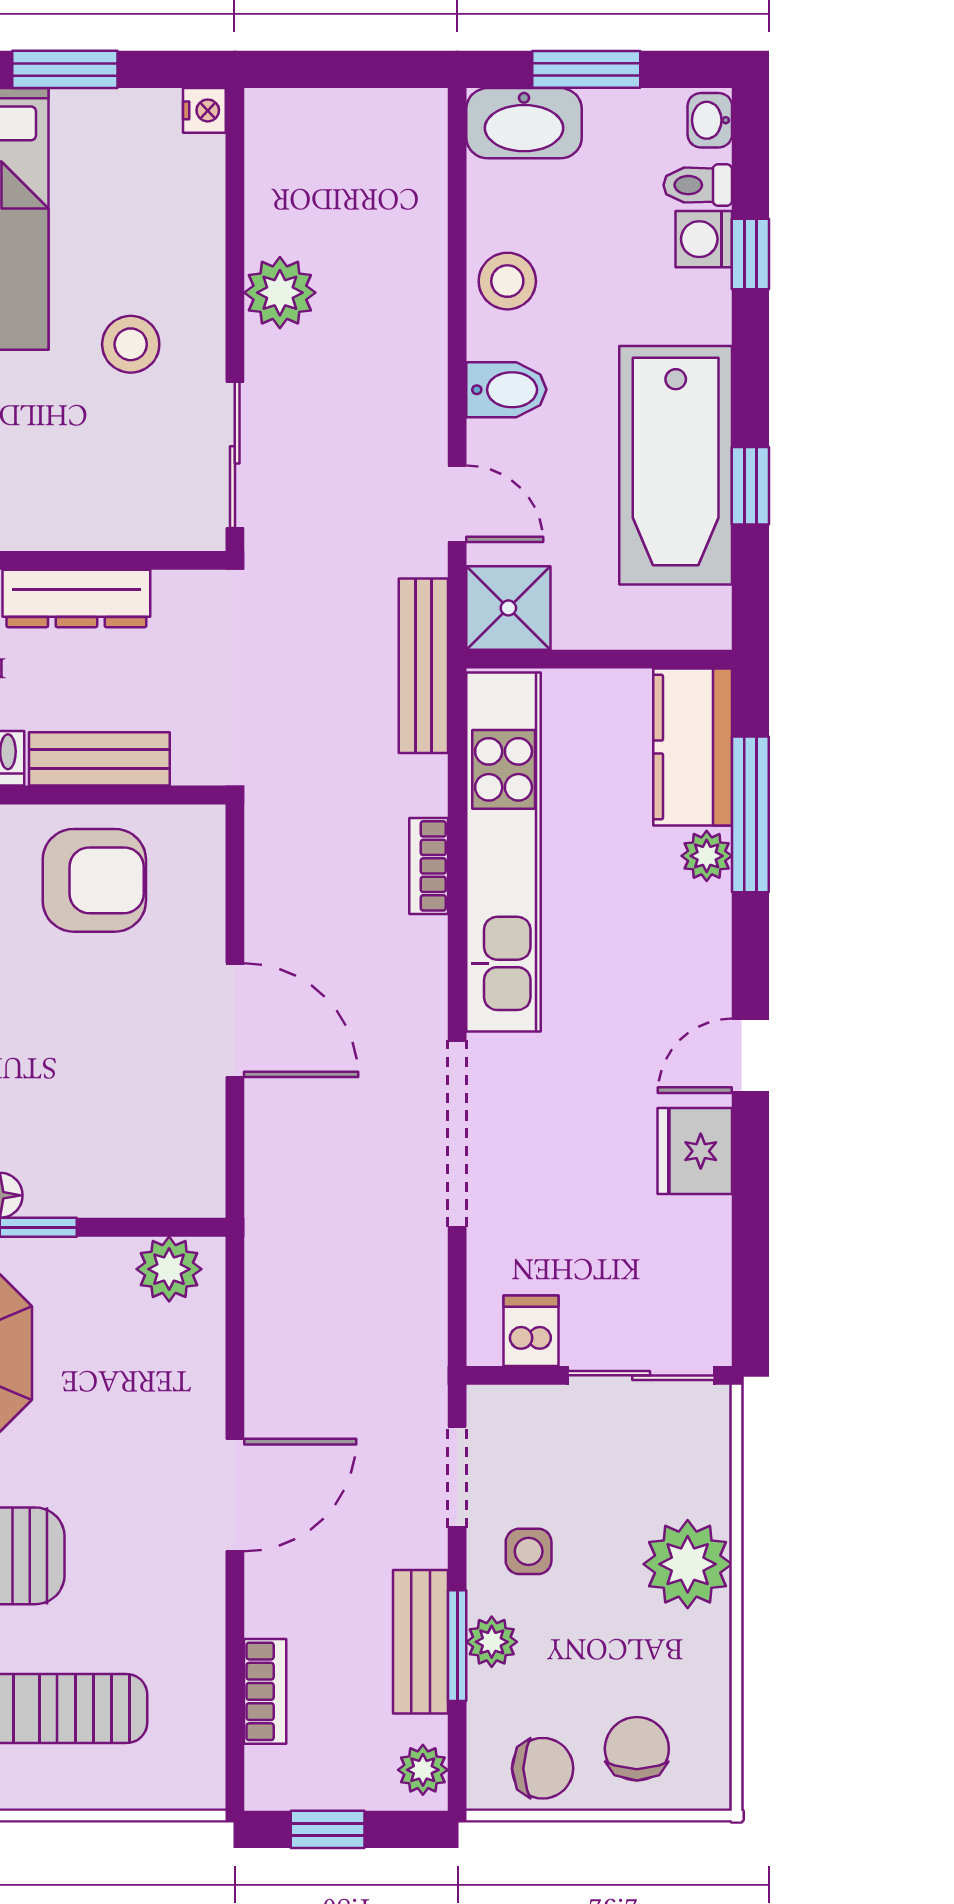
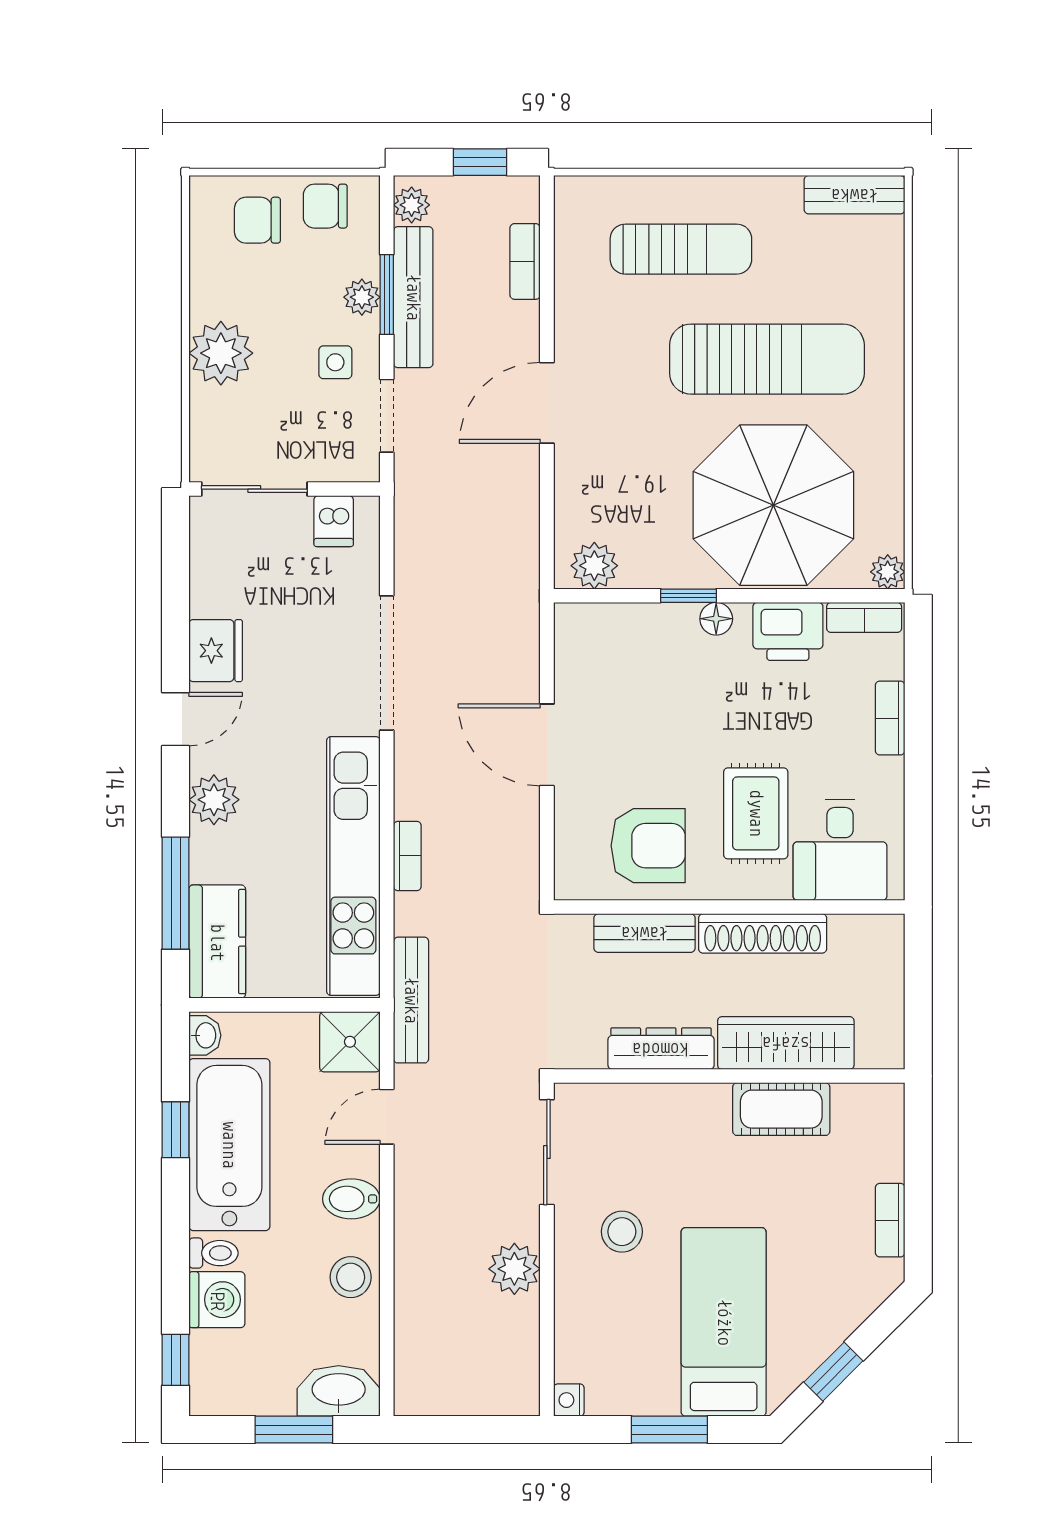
washbasin: (710, 120) -> (205, 1035), moved
toilet: (698, 185) -> (213, 1253), moved
washing machine: (704, 239) -> (217, 1300), width x1.38, depth x1.38
window: (750, 254) -> (176, 1360), moved
door: (457, 504) -> (387, 1117), hinge flipped
plant: (707, 856) -> (214, 800), moved, width x1.38, depth x1.38
armchair: (94, 880) -> (648, 846), turned 180
bench: (420, 1642) -> (413, 297), width x1.36
chair: (637, 1749) -> (257, 220), turned 90

